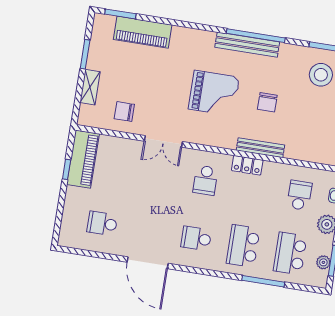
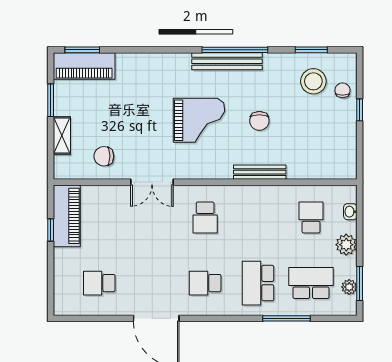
piano: (143, 32) -> (84, 66), moved
locker: (247, 165) -> (248, 194), removed
school desk: (290, 253) -> (311, 283), turned 90

